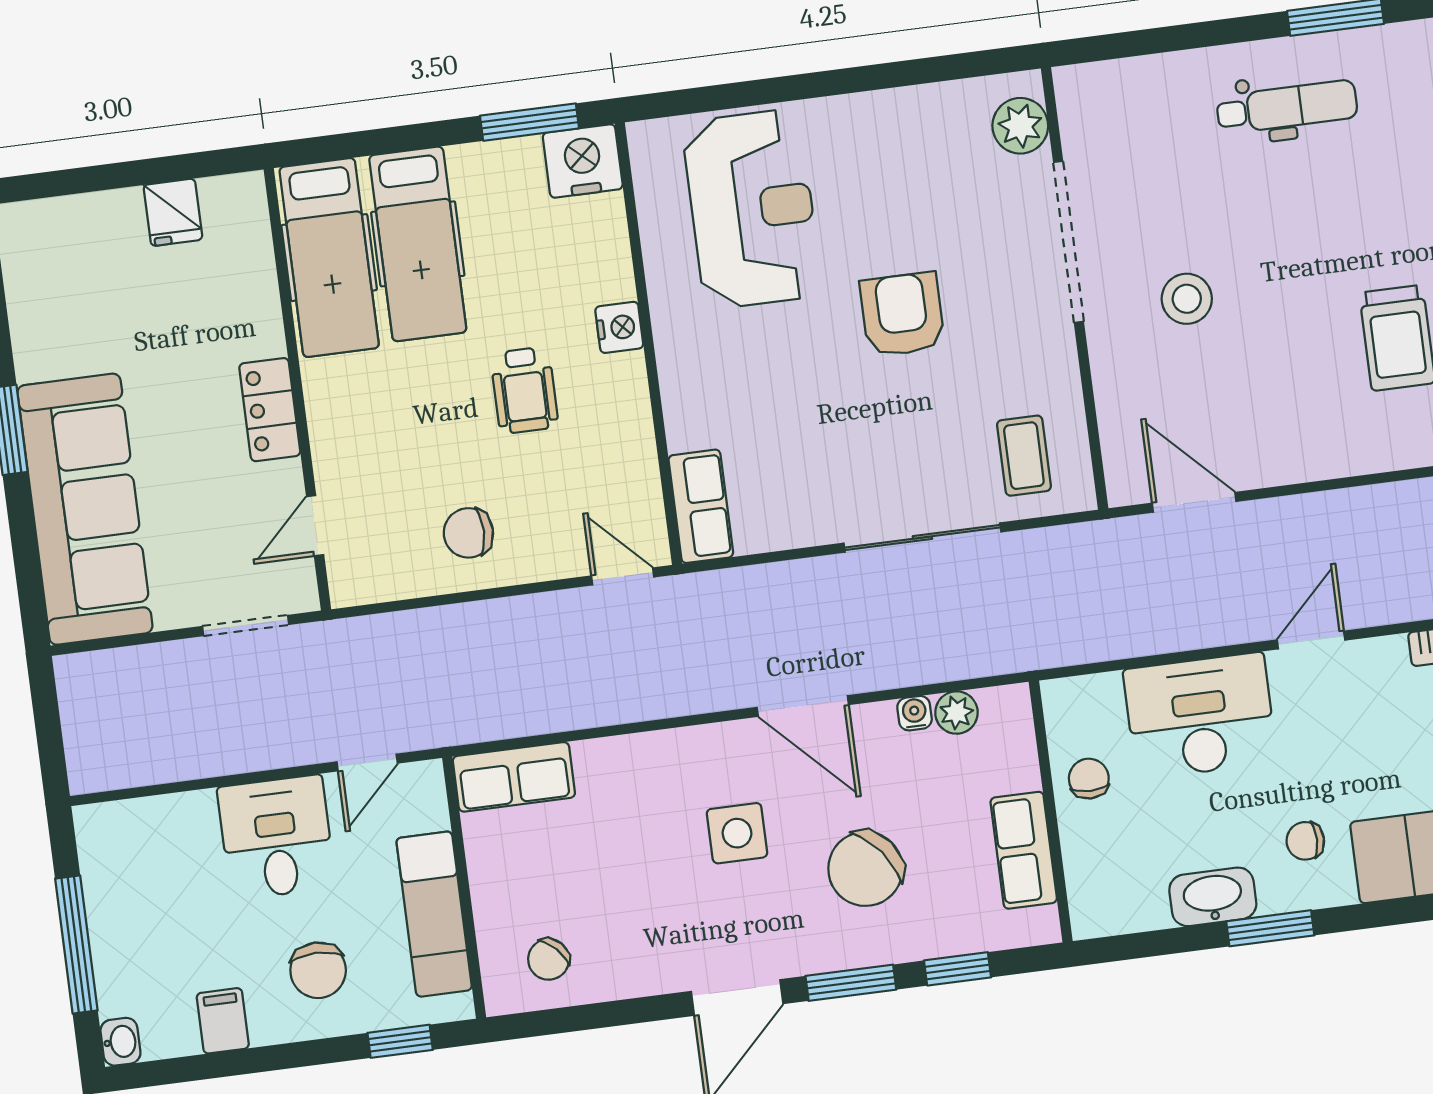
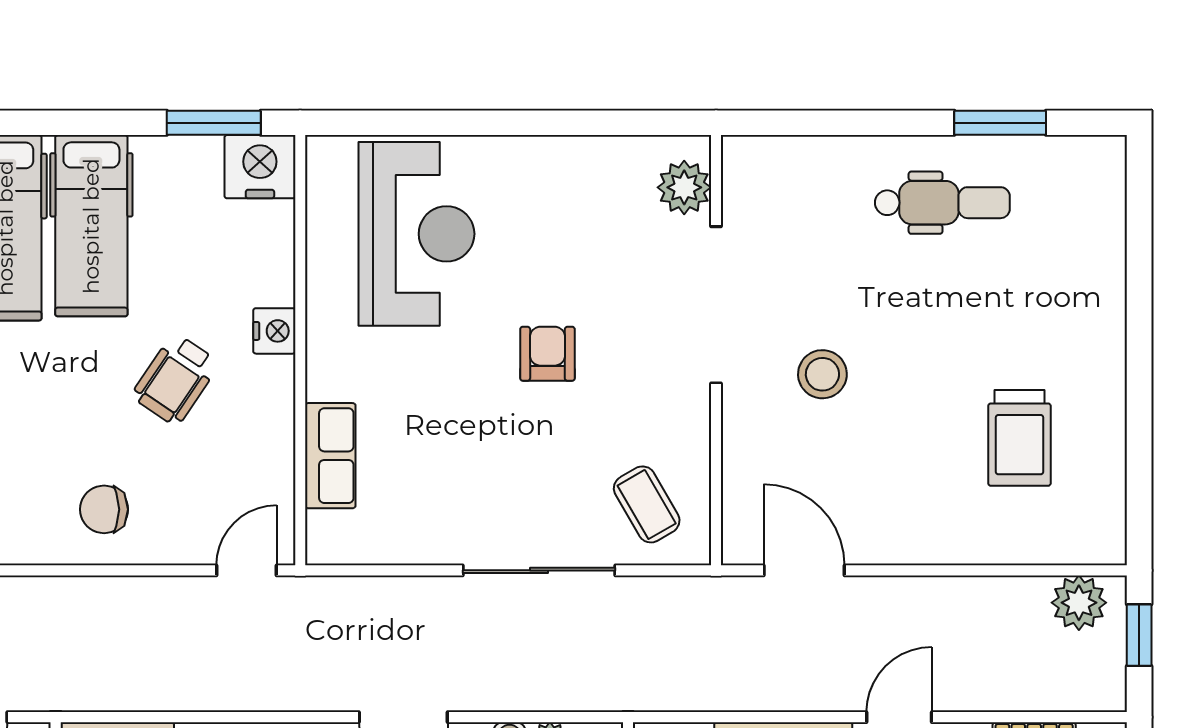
armchair: (902, 314) -> (547, 354), width x0.72, depth x0.72
wheelchair: (524, 390) -> (175, 379), turned 34
coffee table: (1024, 456) -> (647, 504), turned -30
row of seats: (701, 506) -> (330, 456), moved
door: (623, 576) -> (247, 570), hinge flipped

